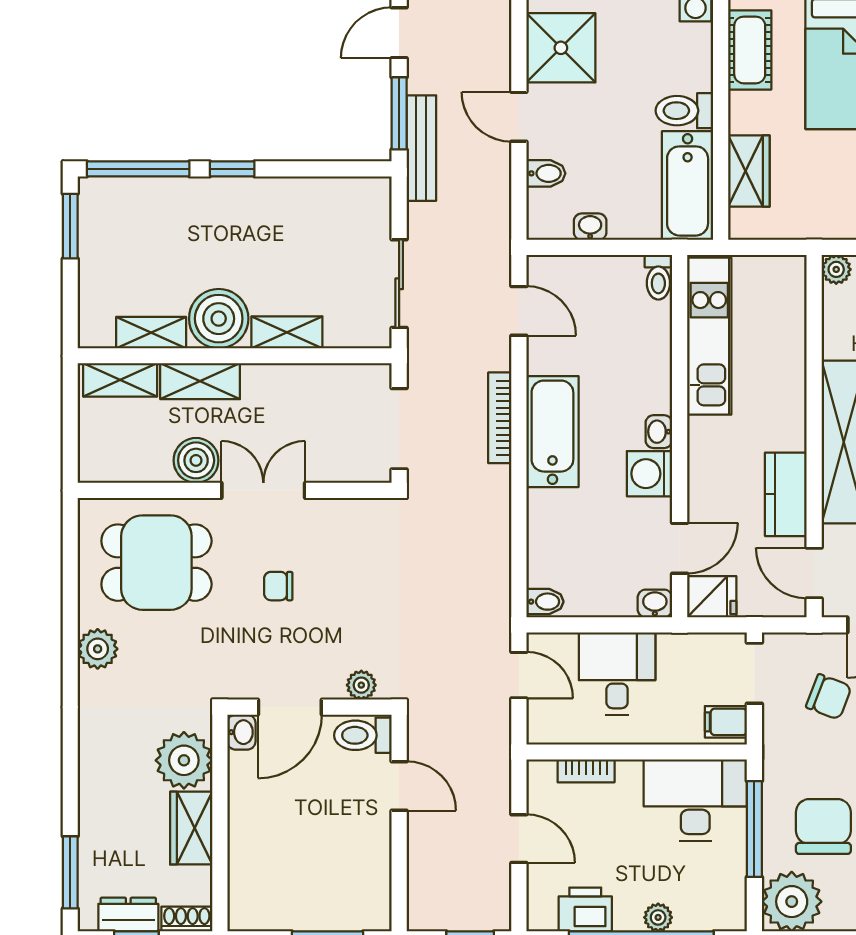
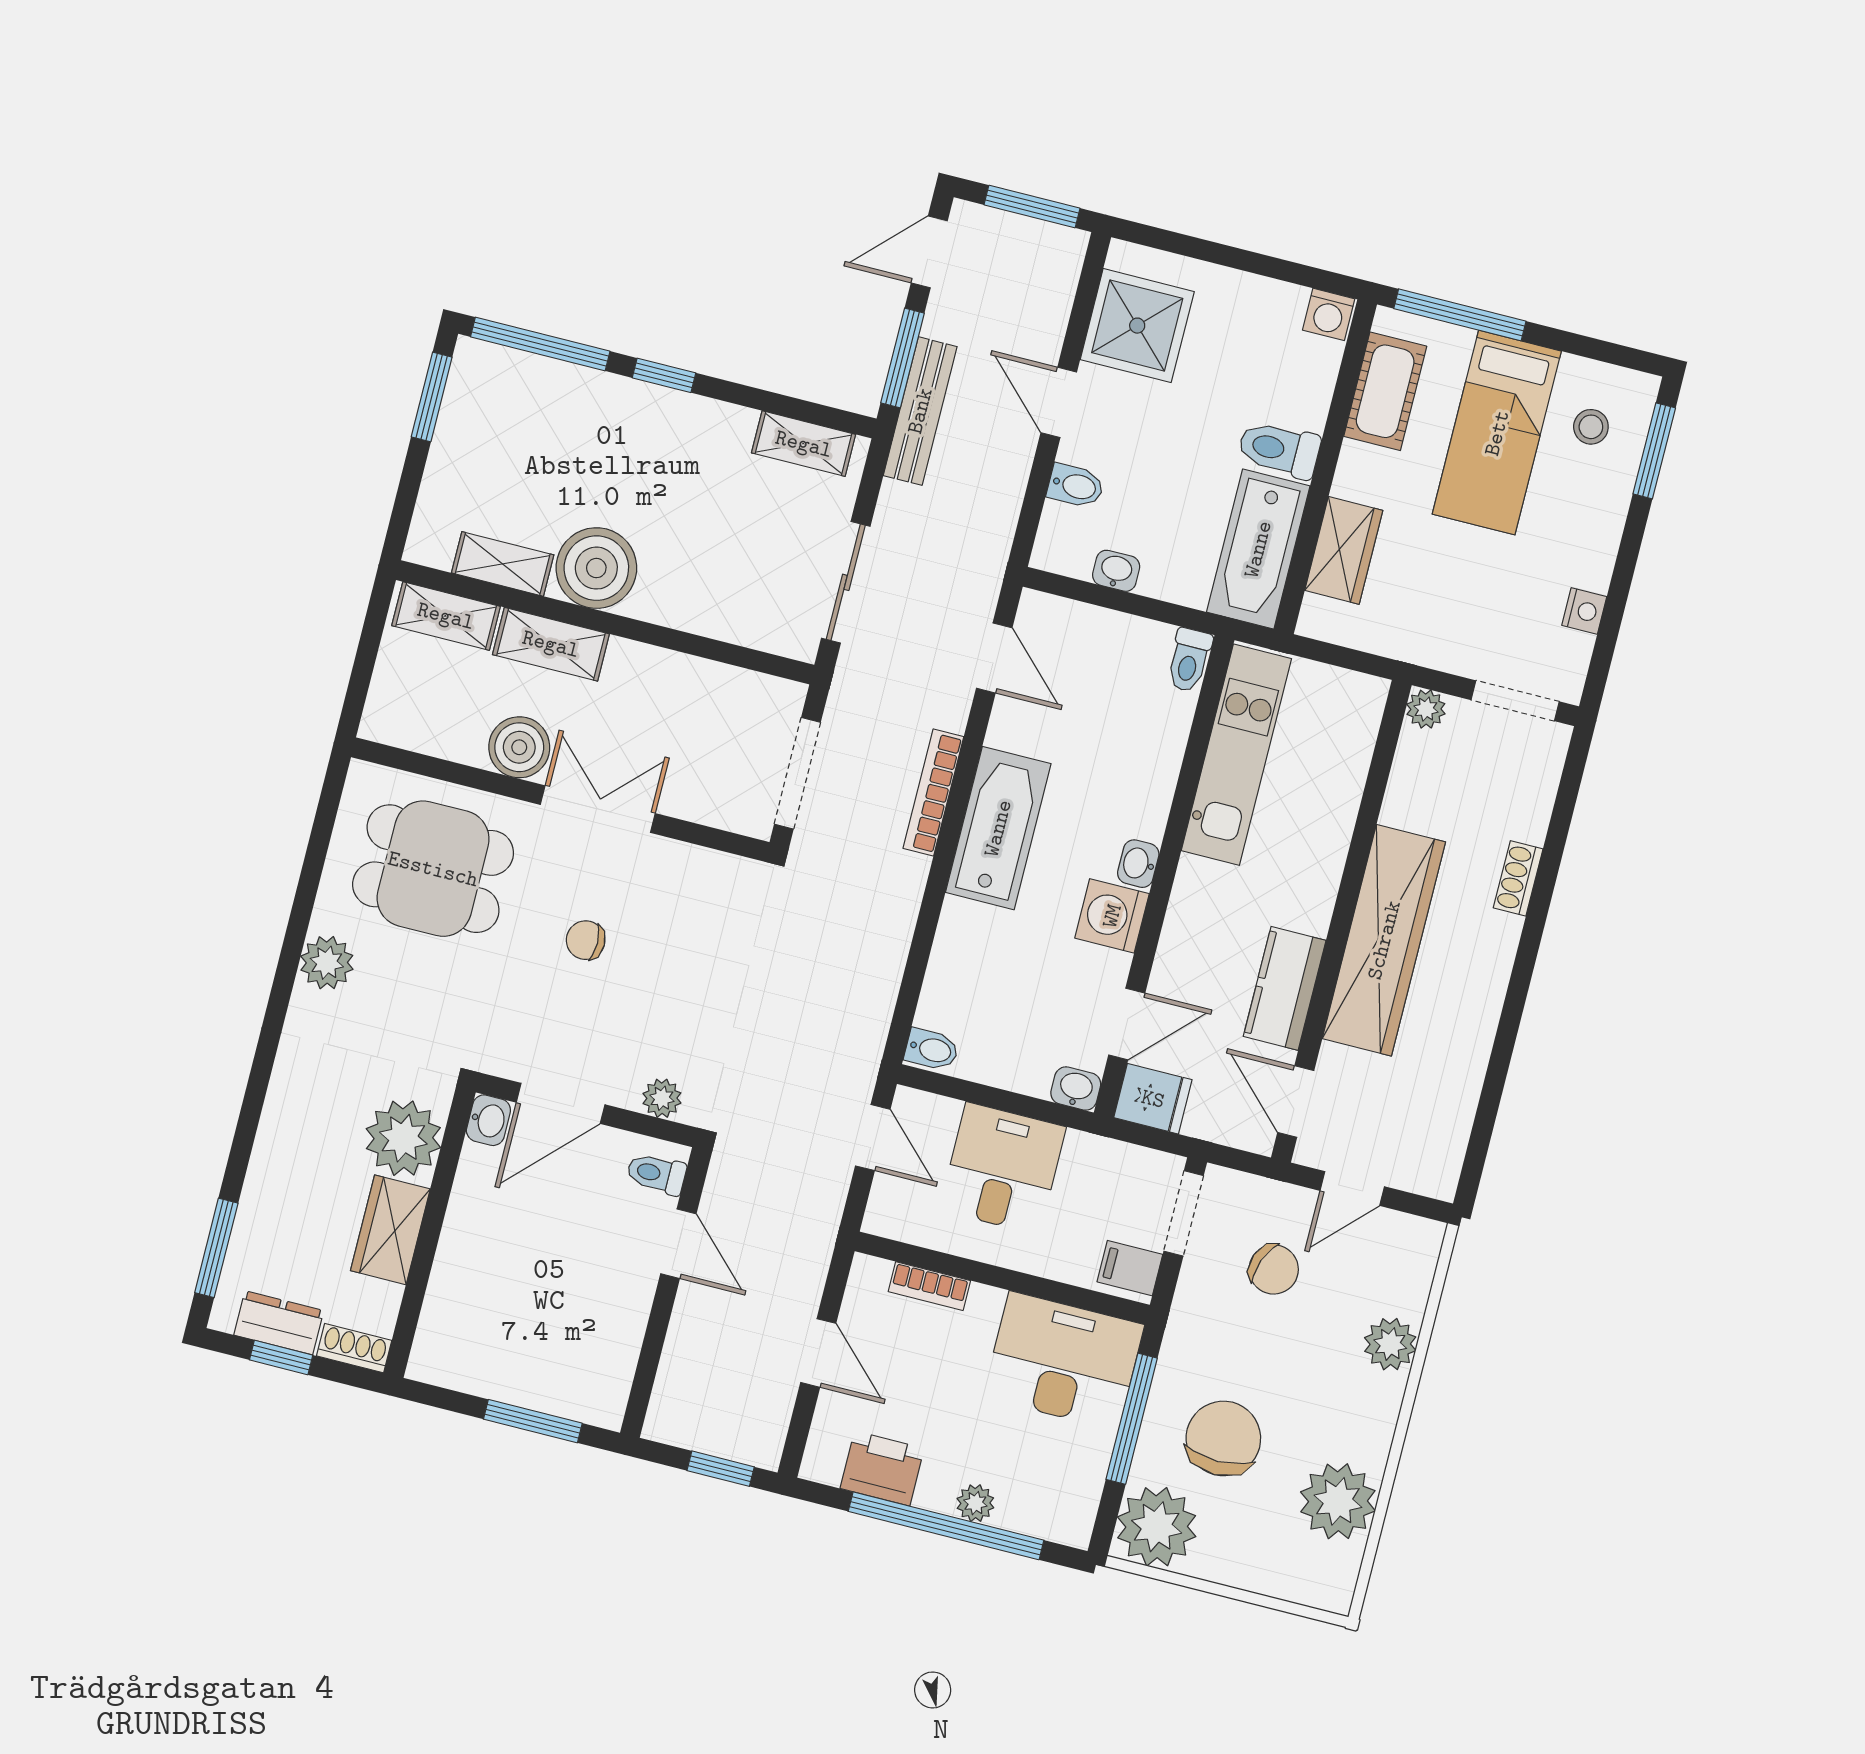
shelving: (287, 332) -> (804, 444), moved
toilet: (363, 735) -> (656, 1174), width x0.73, depth x0.72

